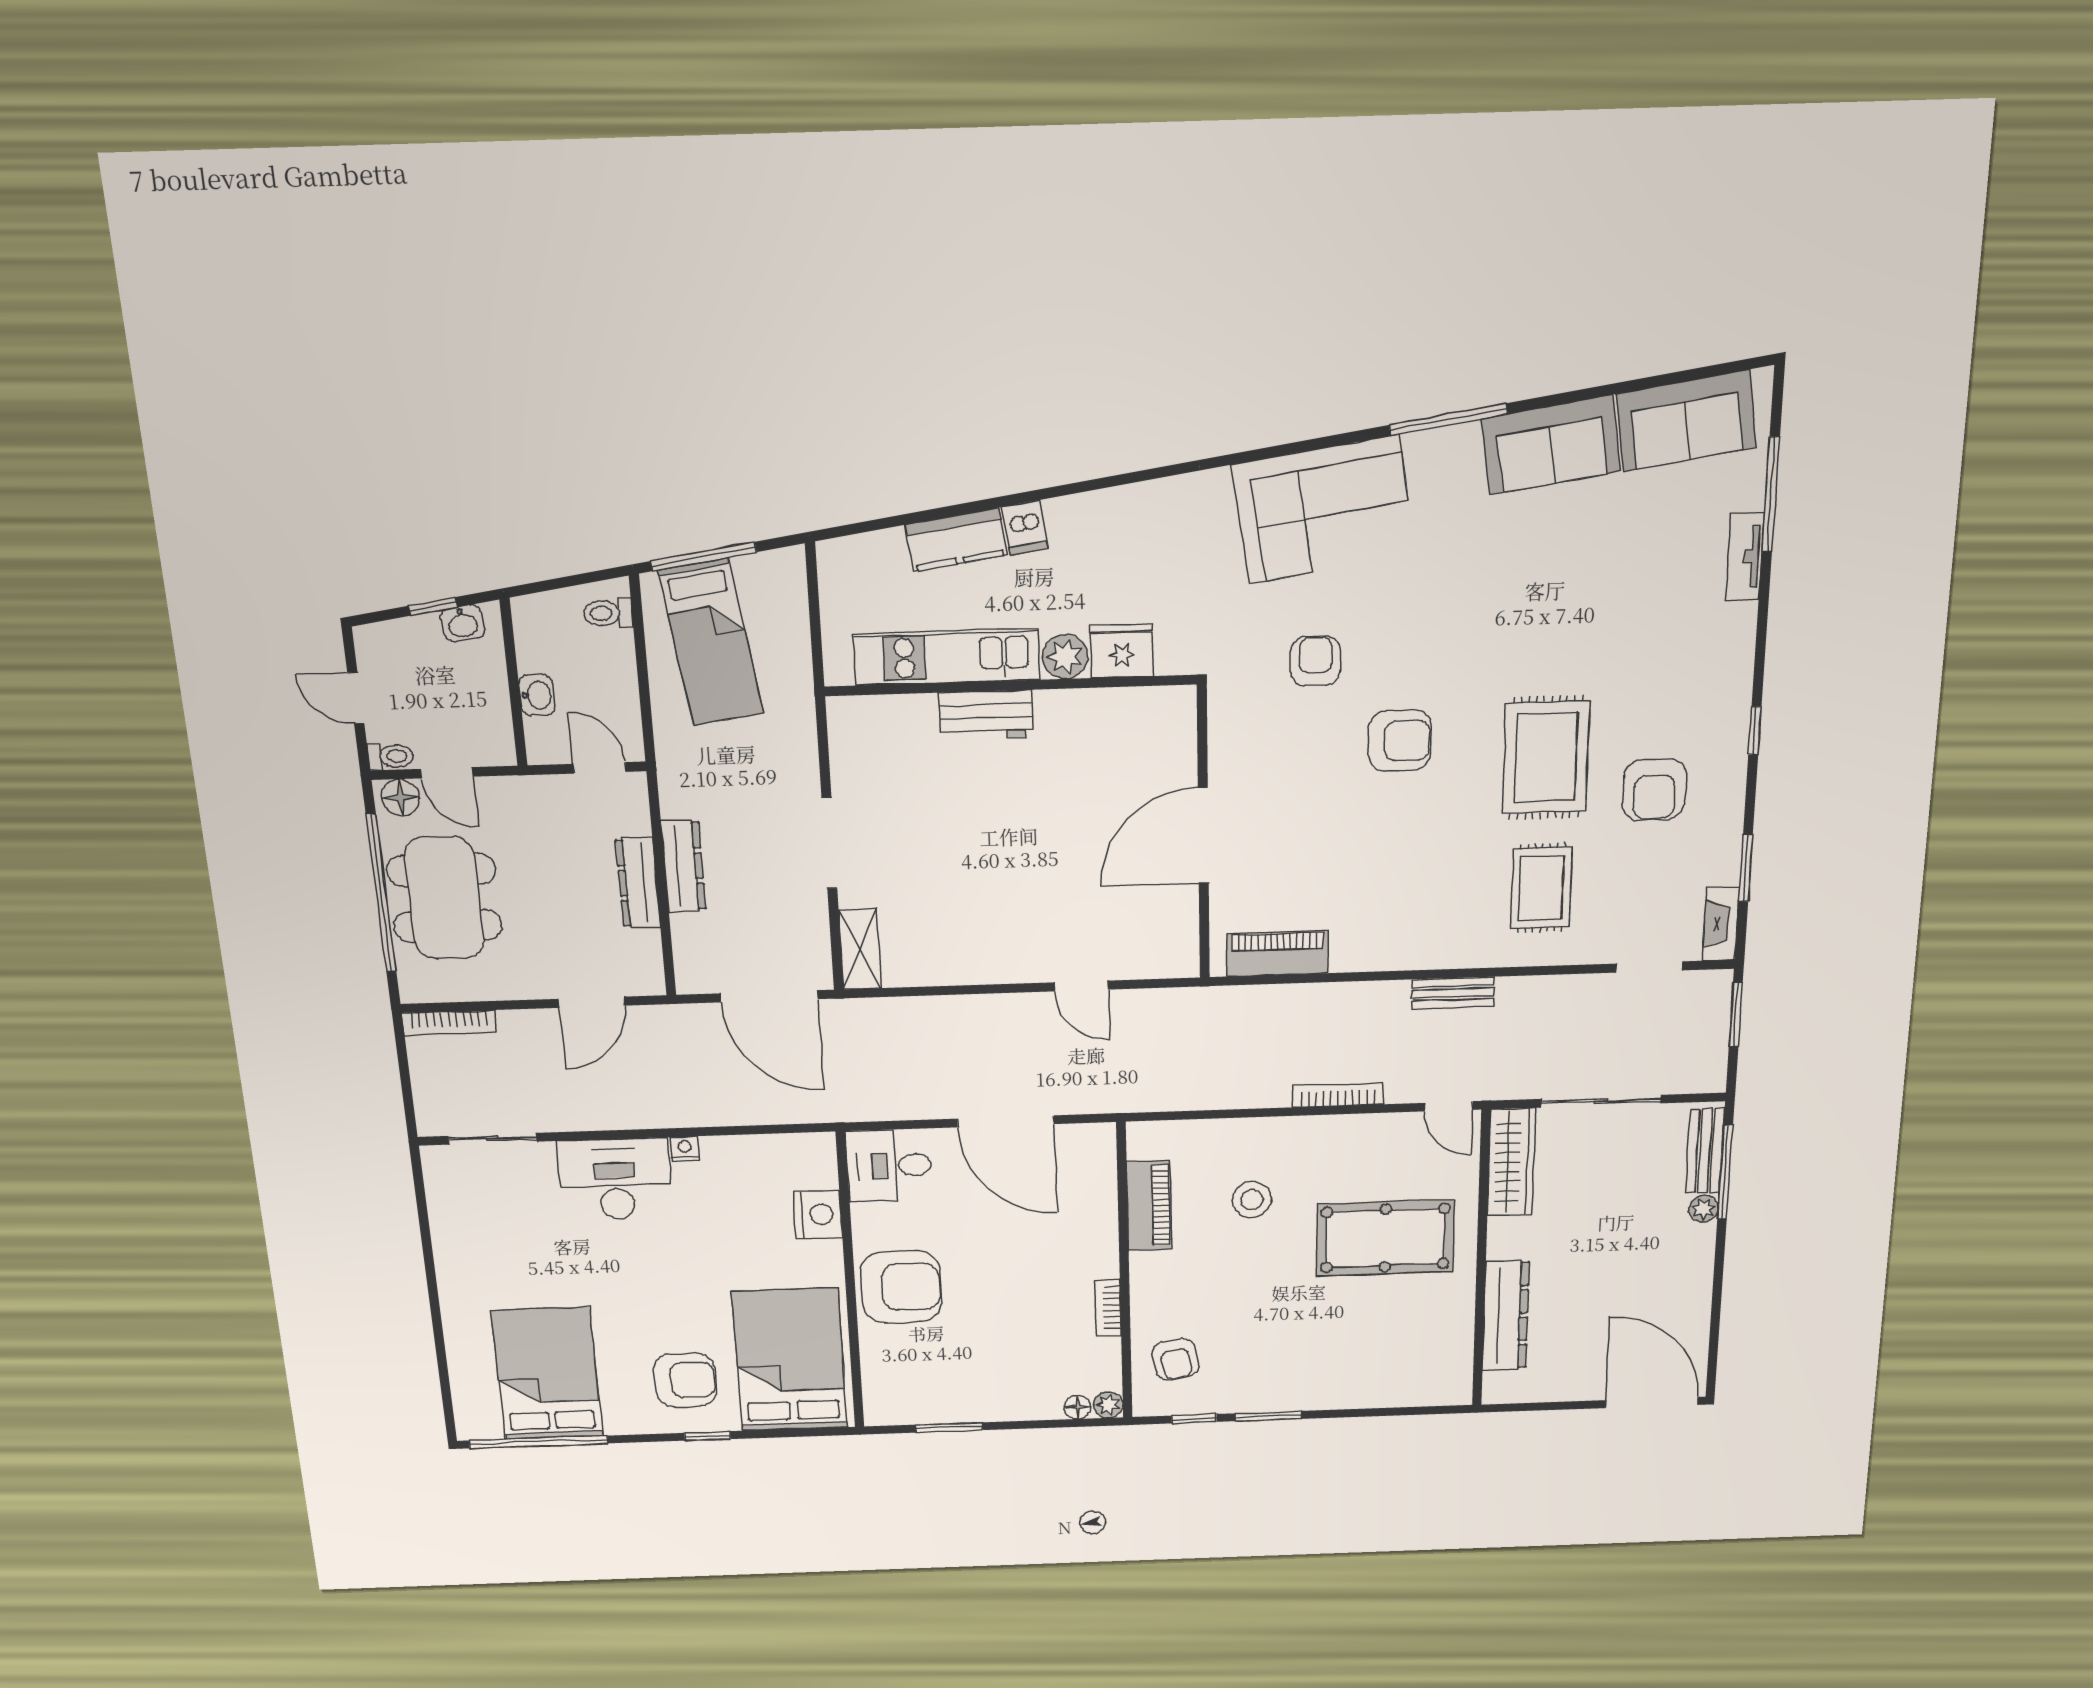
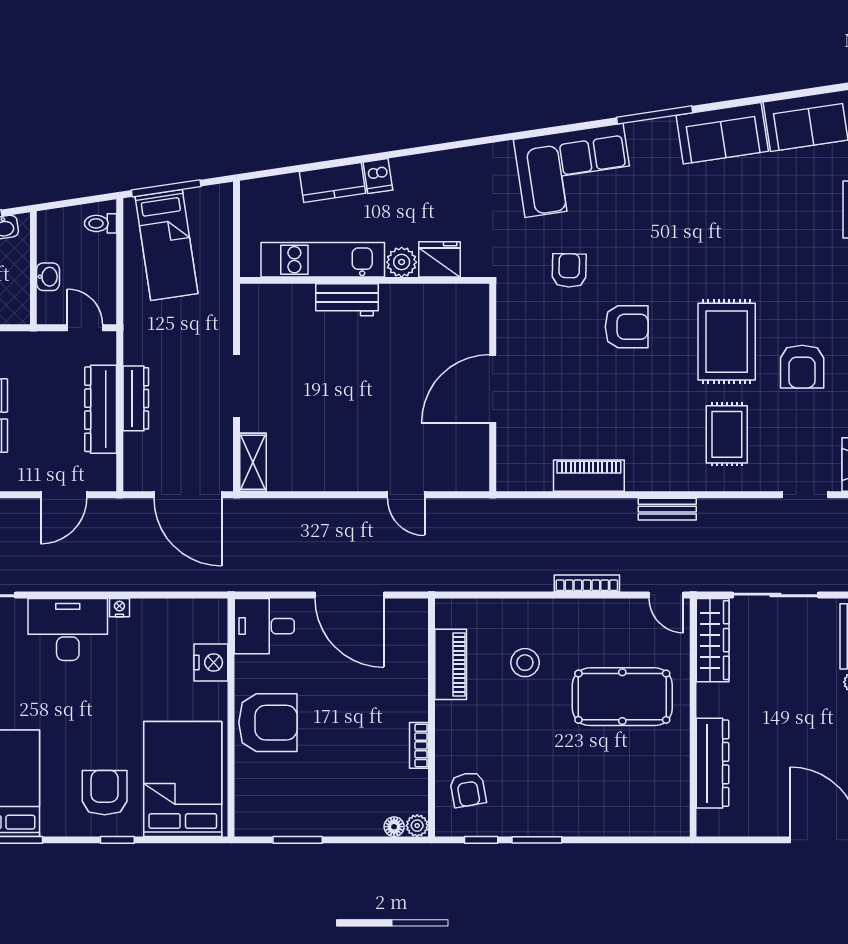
dresser: (638, 883) -> (101, 409), width x1.37, depth x1.24
piano: (1277, 954) -> (589, 476), moved
armchair: (685, 1380) -> (105, 793), turned -90

